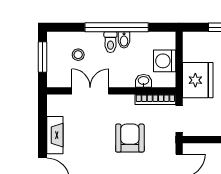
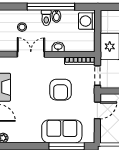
washing machine: (165, 61) -> (87, 21), moved
washbasin: (144, 81) -> (58, 47), moved
armchair: (130, 138) -> (61, 90), turned 180

